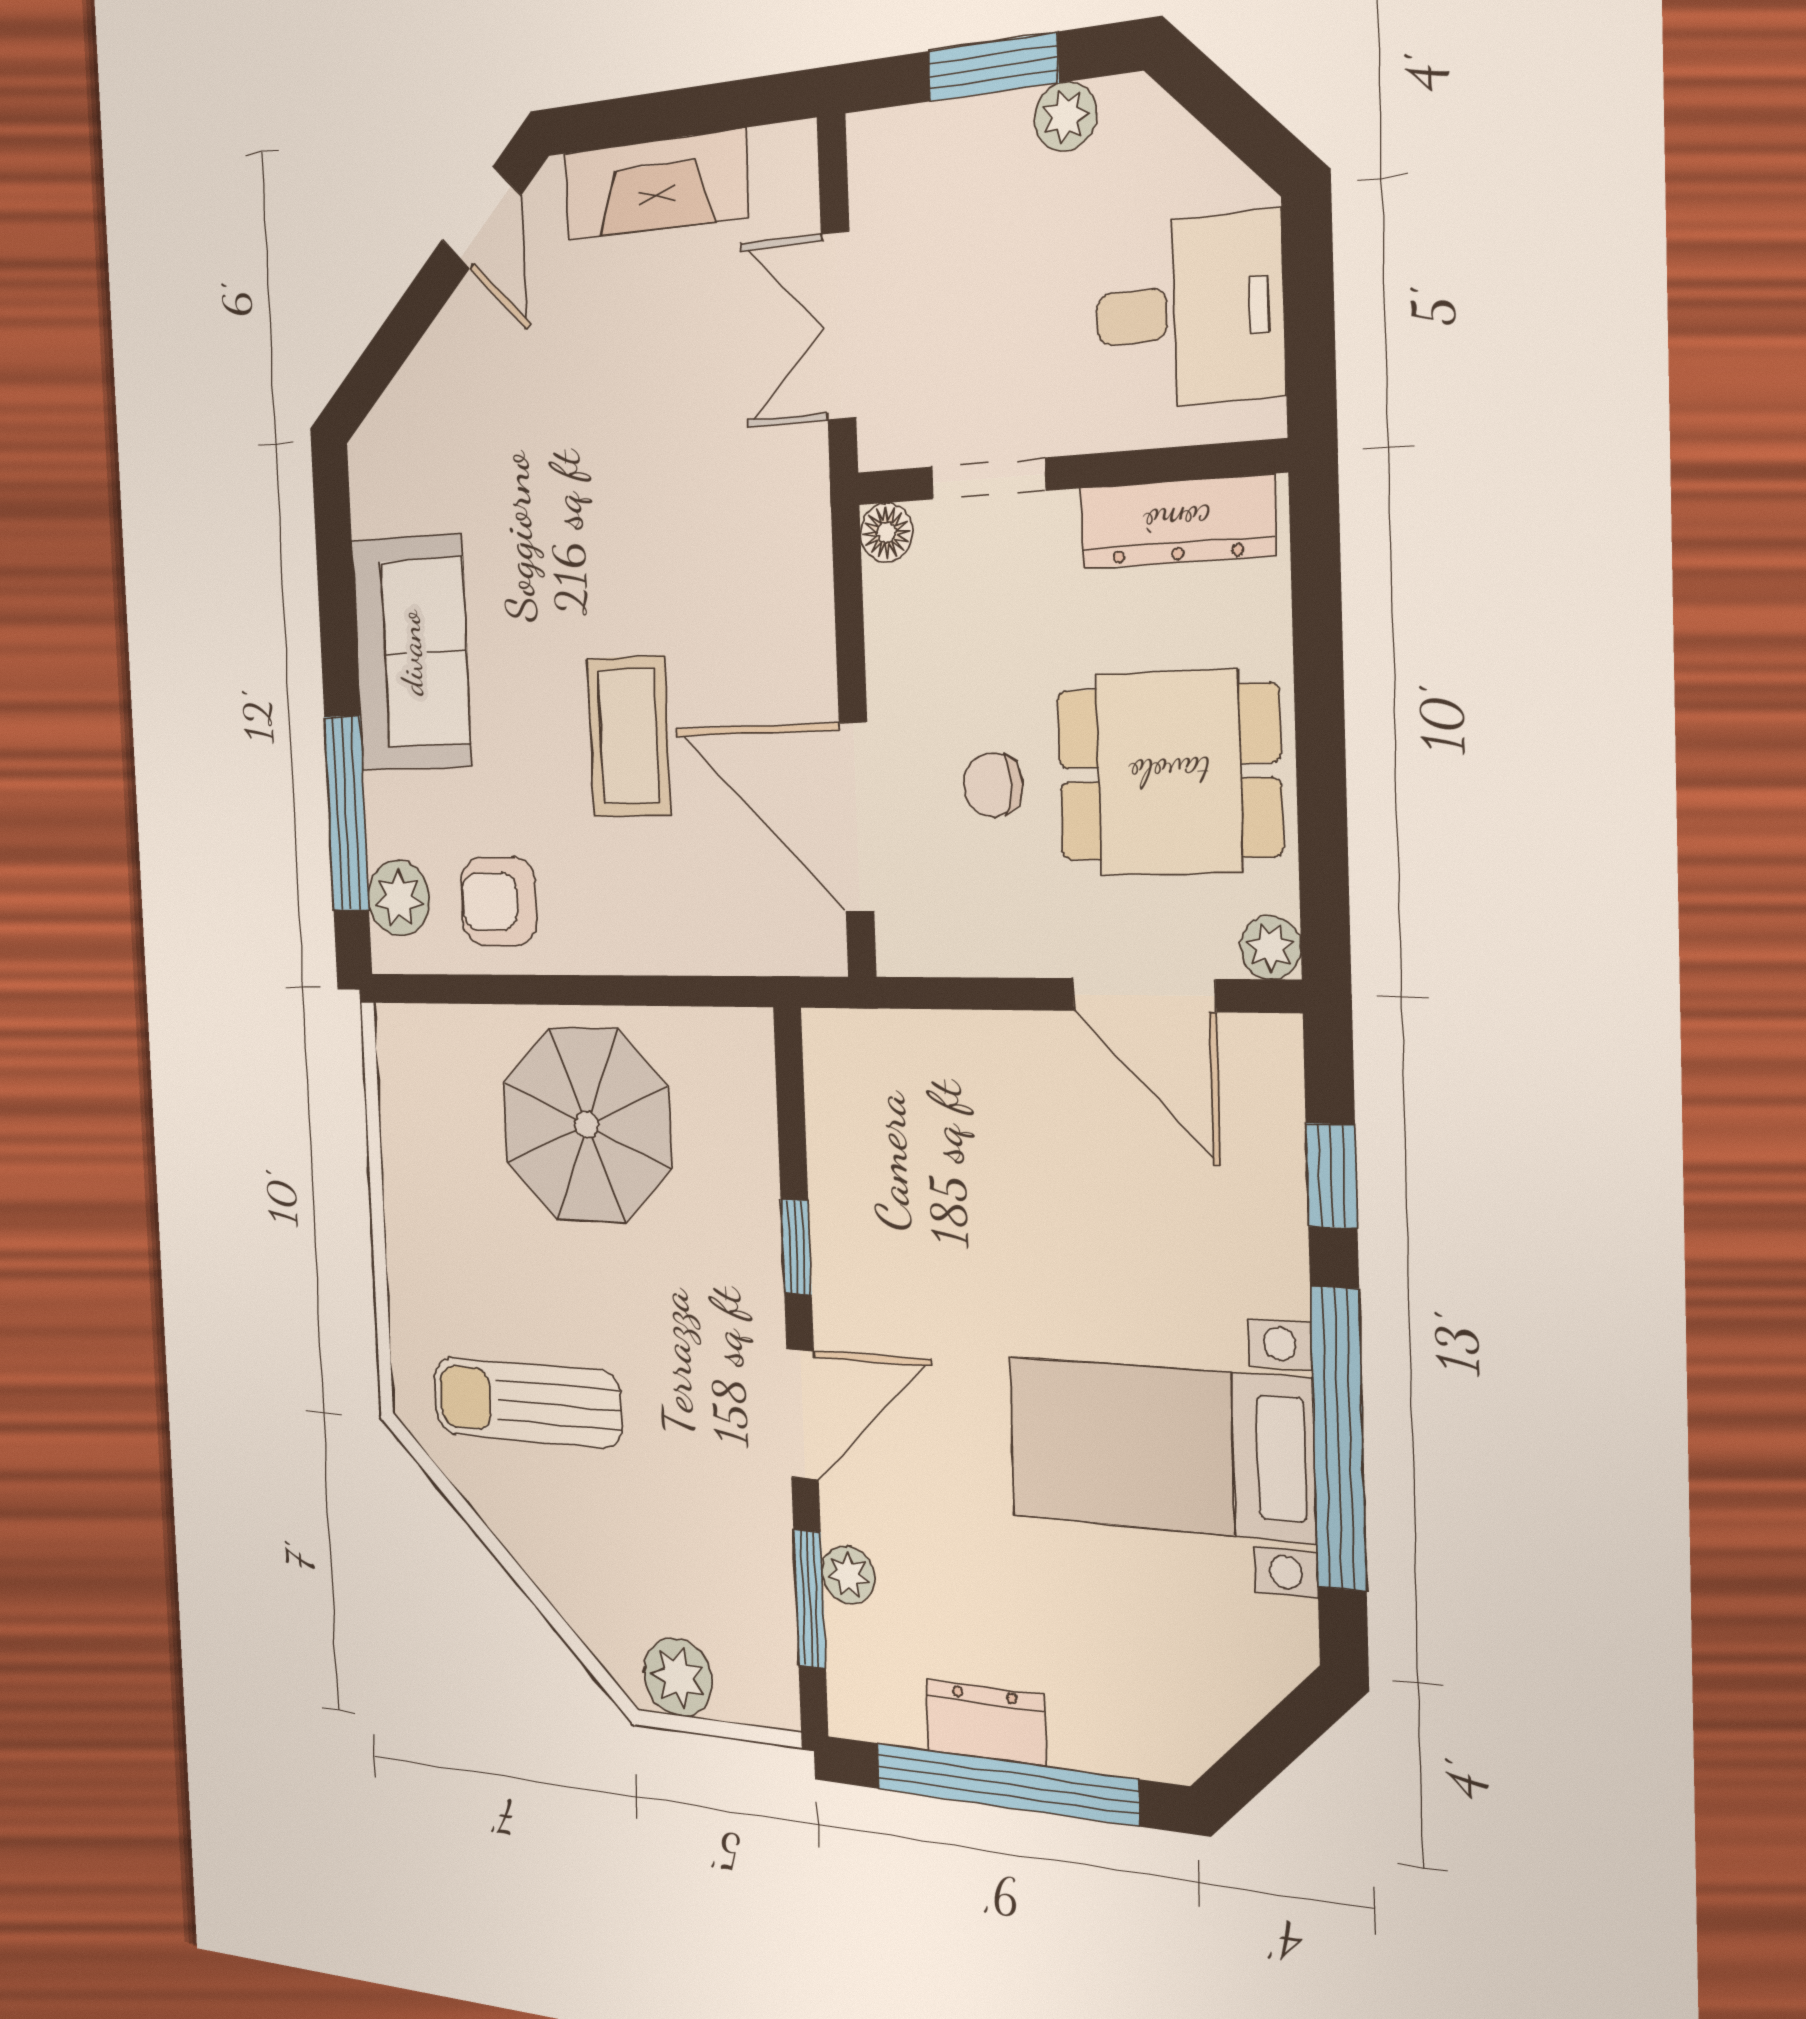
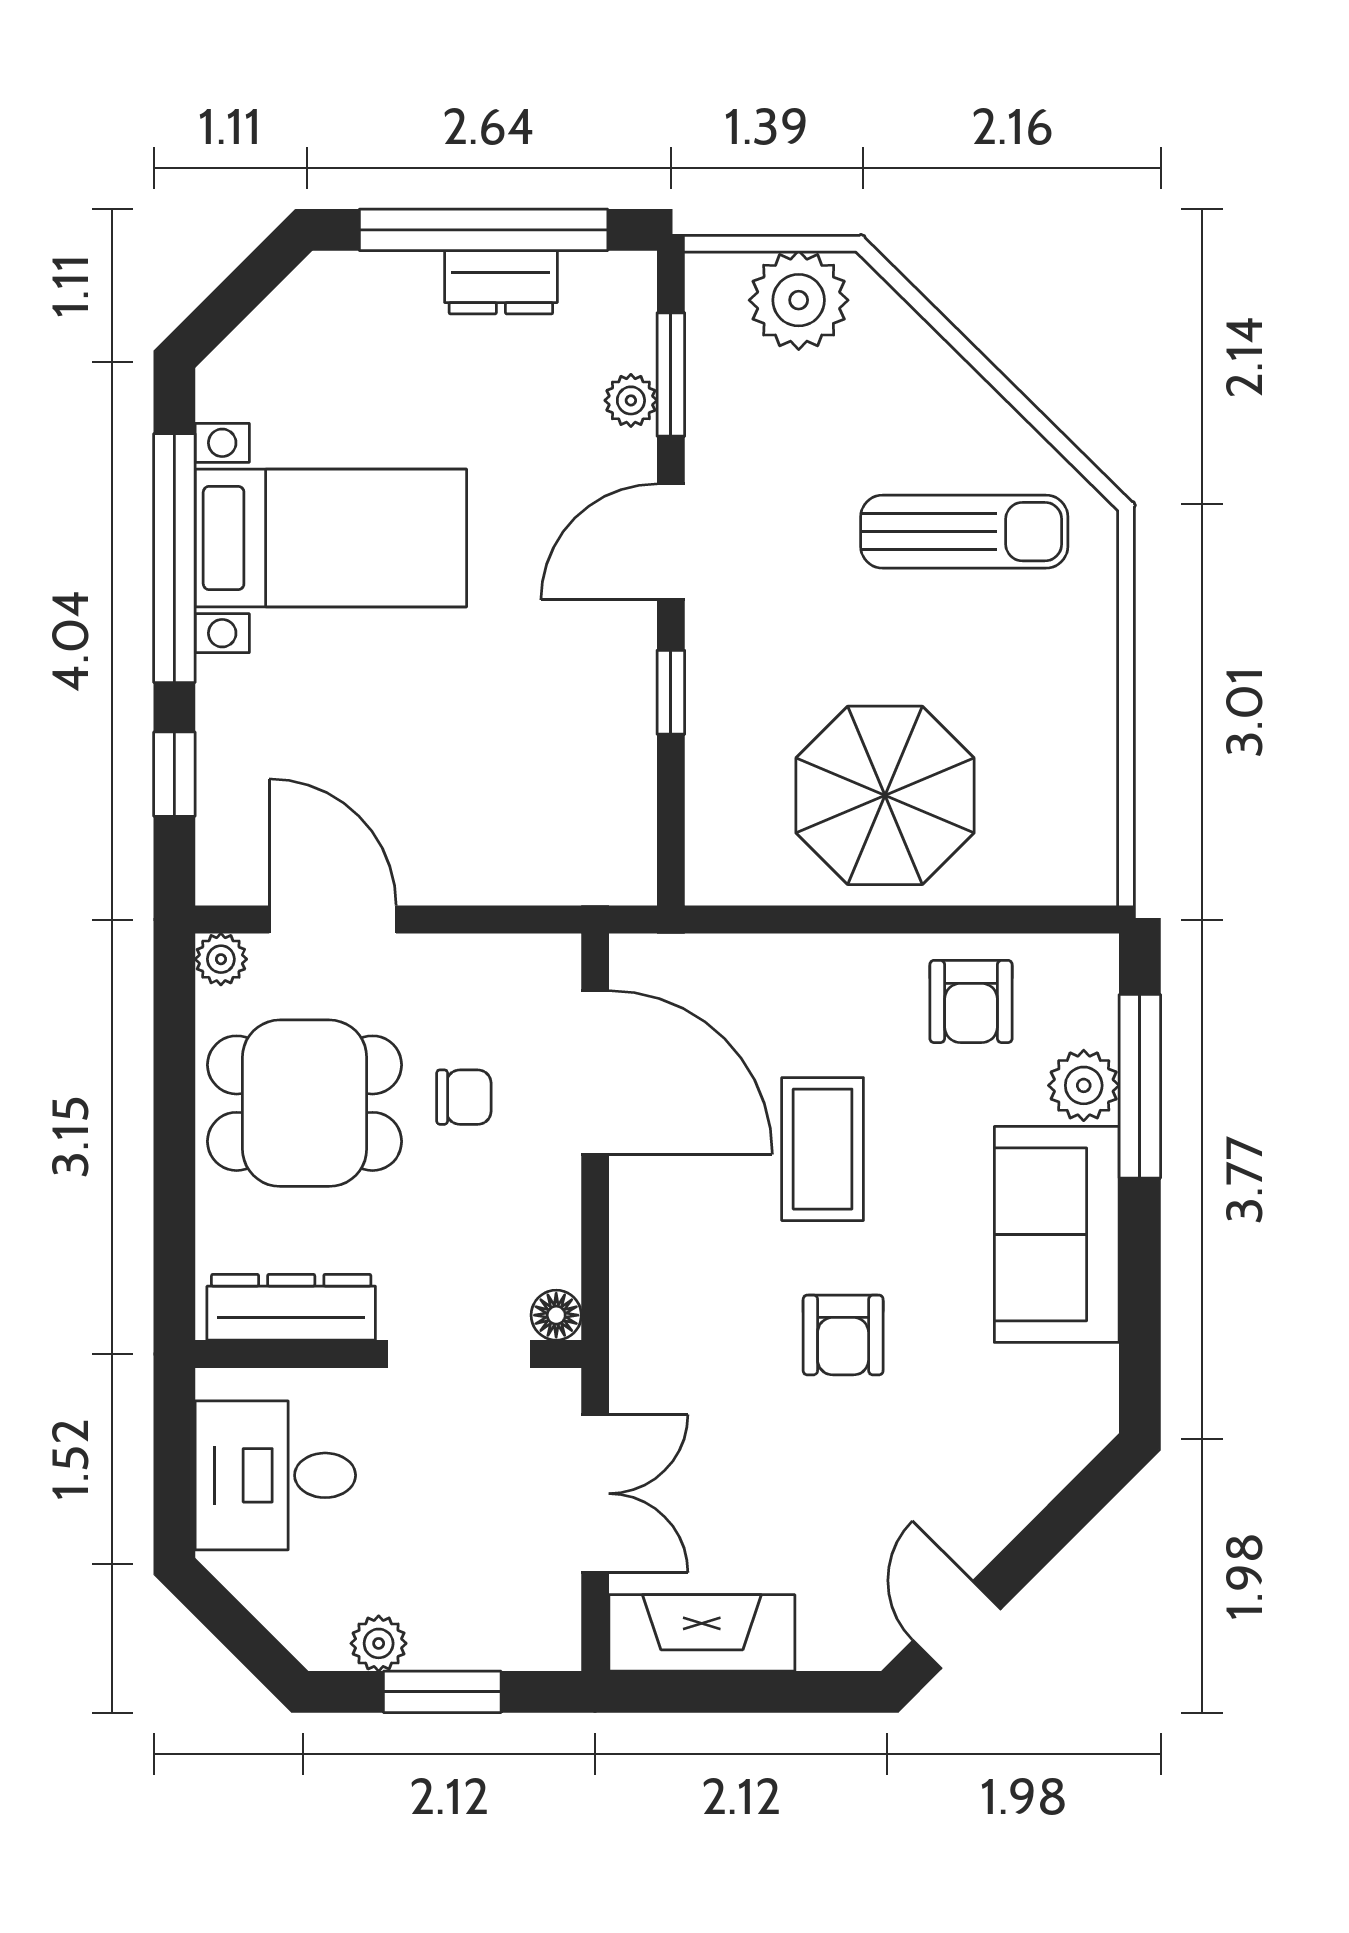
fireplace: (656, 185) -> (702, 1633), moved
doorway: (988, 479) -> (459, 1354), width x1.38
armchair: (601, 530) -> (843, 1335), added
plant: (399, 898) -> (1084, 1085), moved
armchair: (499, 901) -> (971, 1001), turned 90
plant: (678, 1677) -> (799, 300), width x1.36, depth x1.36

